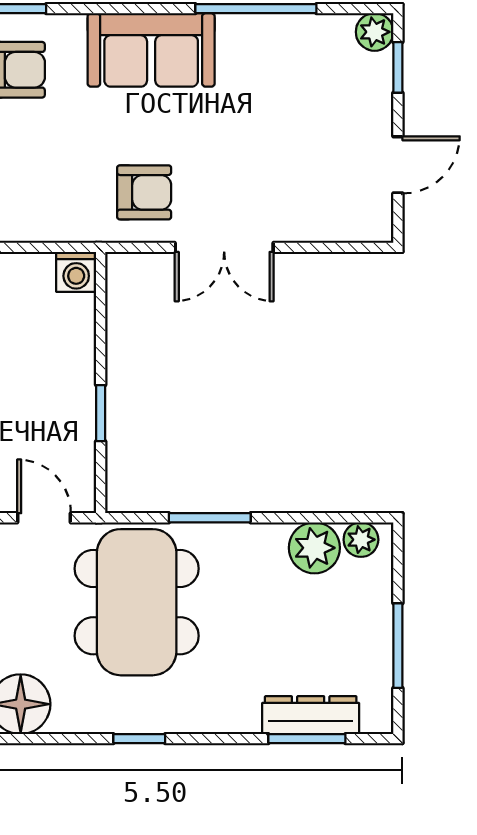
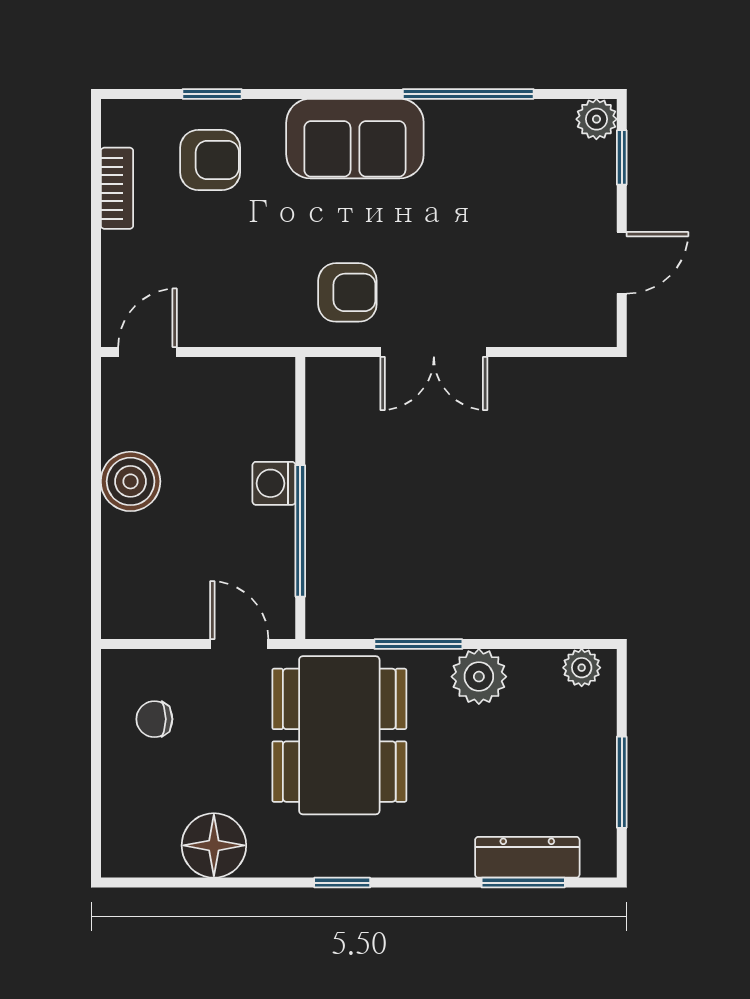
washing machine: (76, 272) -> (274, 483), moved, turned 90
window: (101, 413) -> (300, 531), width x2.17
plant: (314, 548) -> (479, 677), moved

